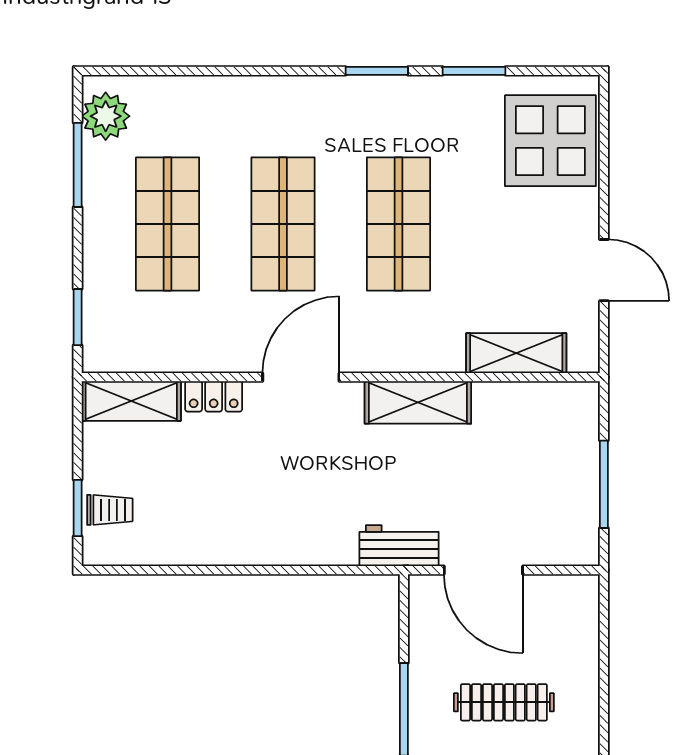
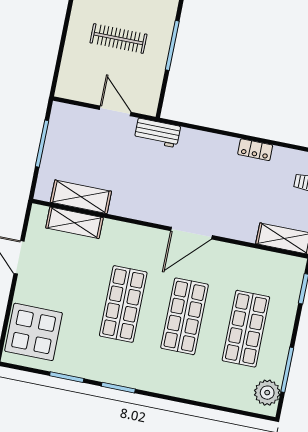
locker: (214, 396) -> (255, 150), moved, turned 180
shelving: (418, 402) -> (81, 197), moved
door: (483, 570) -> (115, 111), width x0.73

